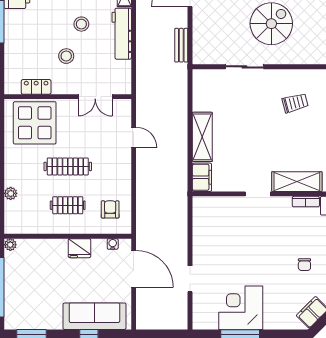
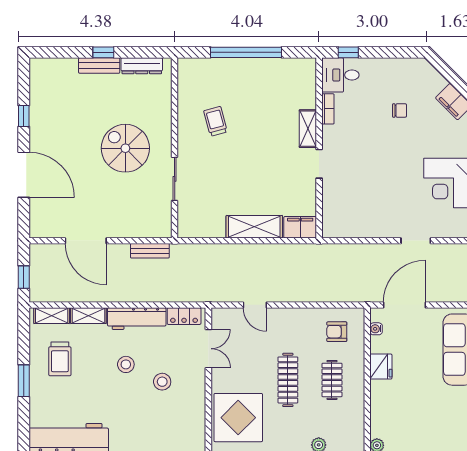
locker: (36, 87) -> (184, 316), moved, turned -90
door: (134, 137) -> (255, 305), swing flipped
shelving: (297, 182) -> (308, 129), width x0.67, depth x0.75

